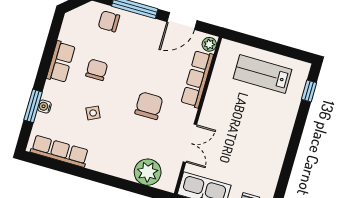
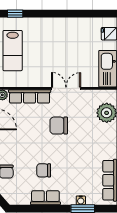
side table: (93, 113) -> (75, 164), removed
double door: (190, 143) -> (66, 88), moved

